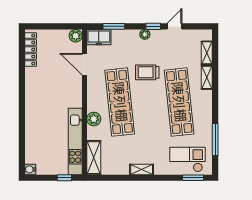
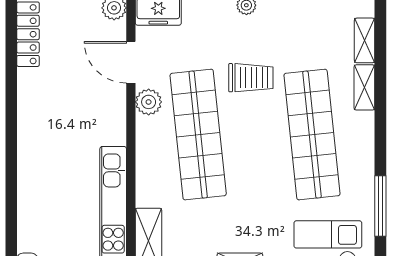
trolley: (147, 72) -> (251, 78), turned 180
plant: (94, 119) -> (149, 102), moved

